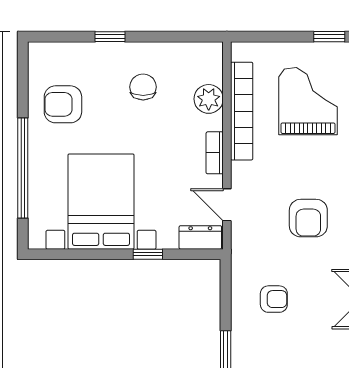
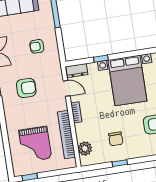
window: (110, 37) -> (120, 163), moved
plant: (209, 99) -> (85, 149), moved
armchair: (308, 218) -> (26, 88), turned 90

